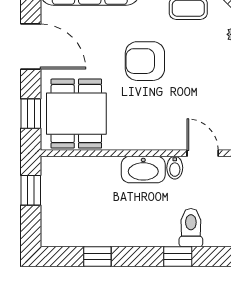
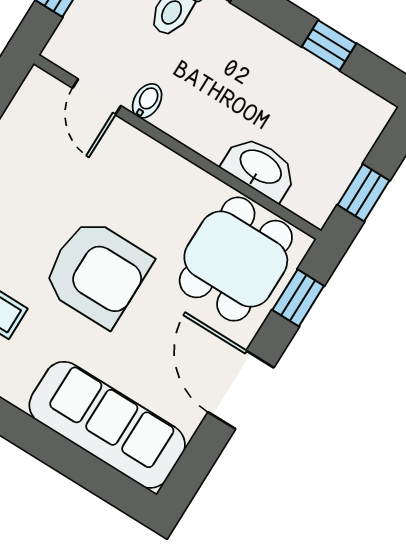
armchair: (145, 61) -> (97, 273), width x1.36, depth x1.36
washbasin: (143, 170) -> (260, 168), moved

